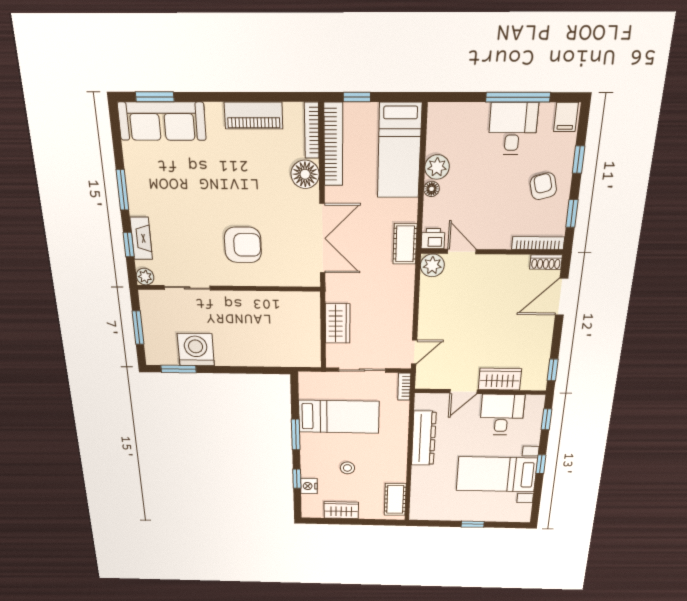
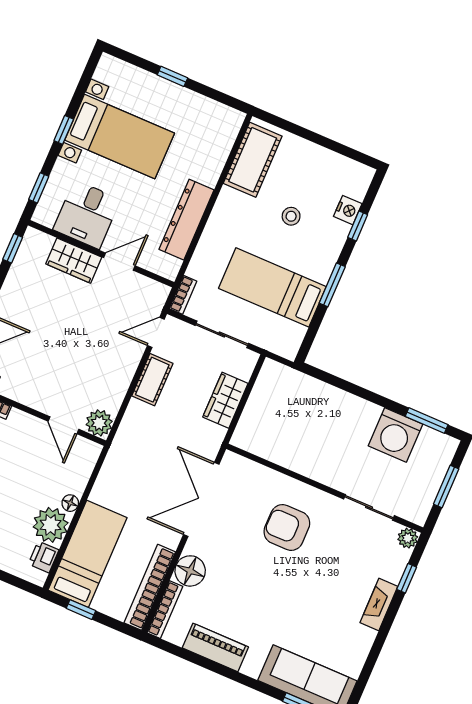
window: (357, 97) -> (81, 610), moved
plant: (437, 167) -> (51, 525), width x1.36, depth x1.36
window: (122, 190) -> (382, 635), removed
fireplace: (141, 238) -> (379, 604), moved
printer: (433, 239) -> (44, 557), moved, turned 90
cot: (405, 244) -> (152, 380), moved
cot: (395, 499) -> (253, 160), width x1.37, depth x1.34
wardrobe: (341, 510) -> (323, 161), removed

